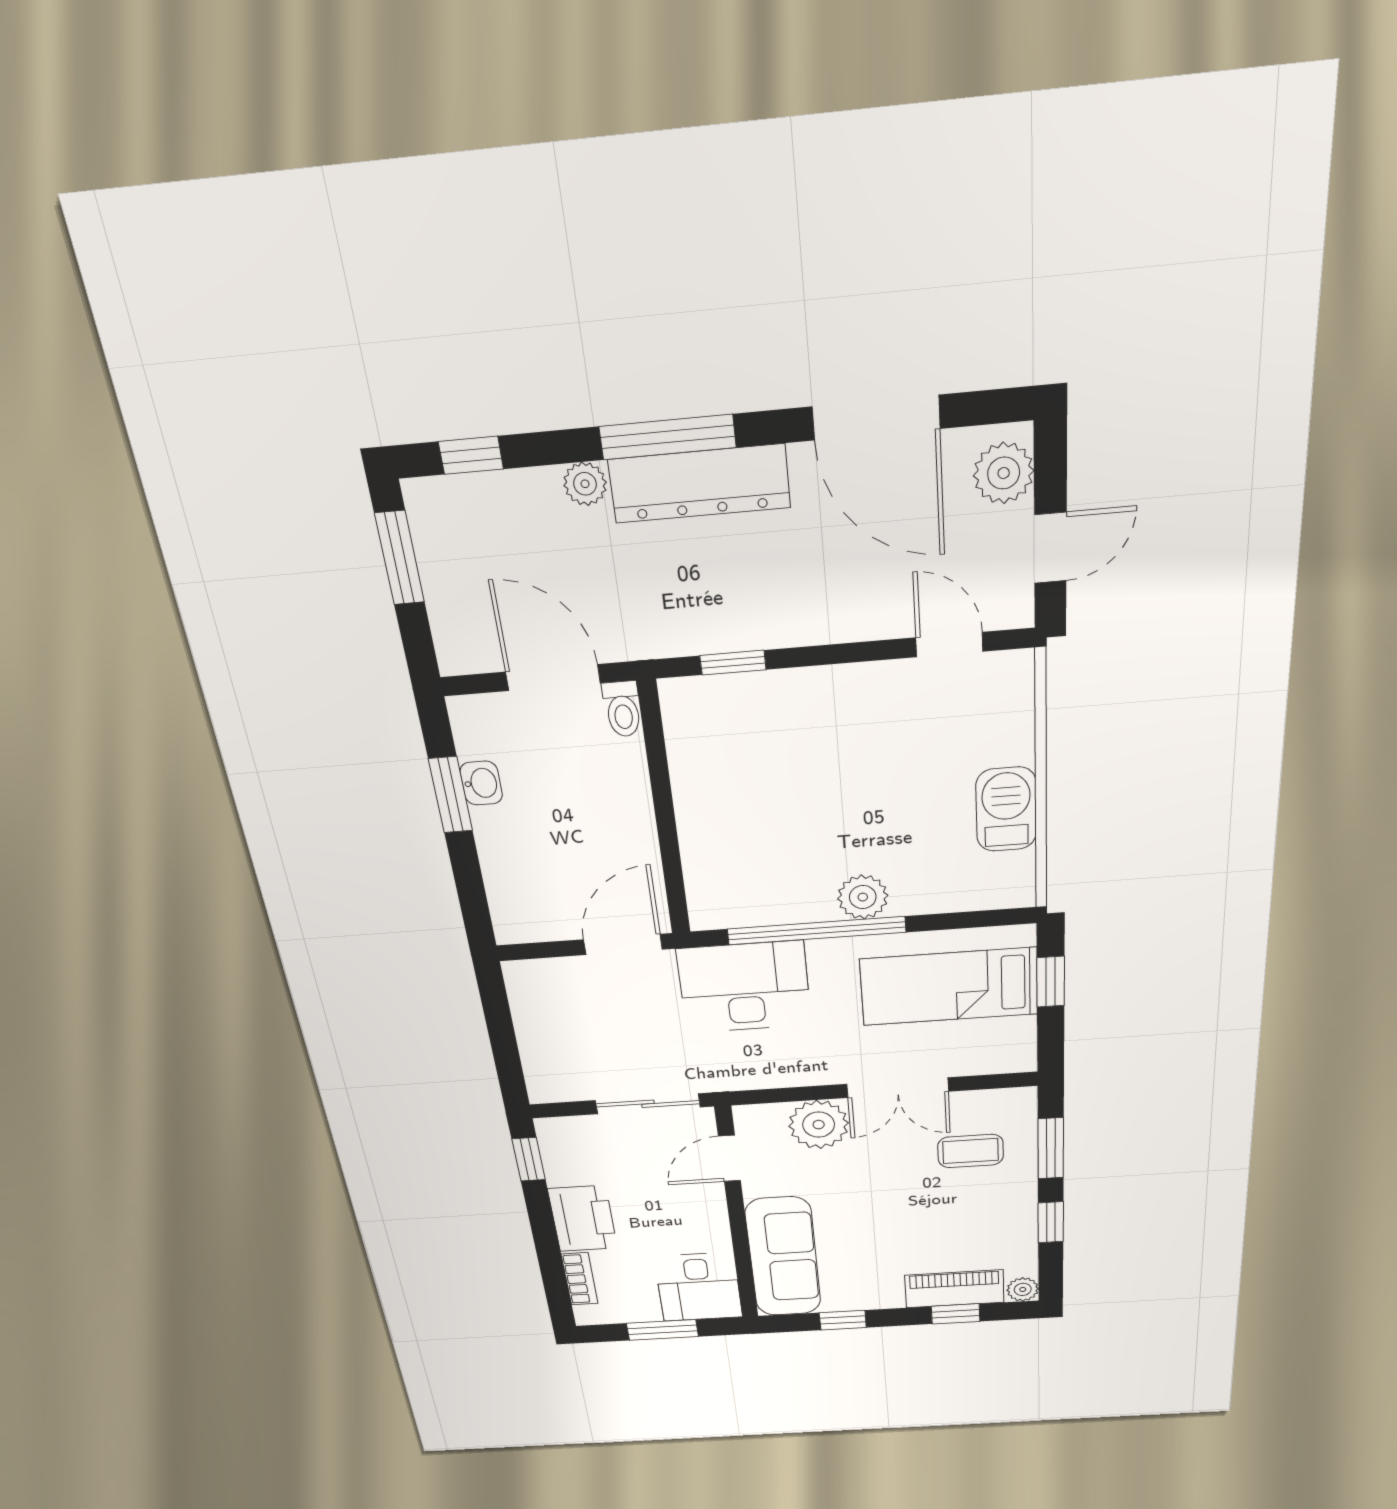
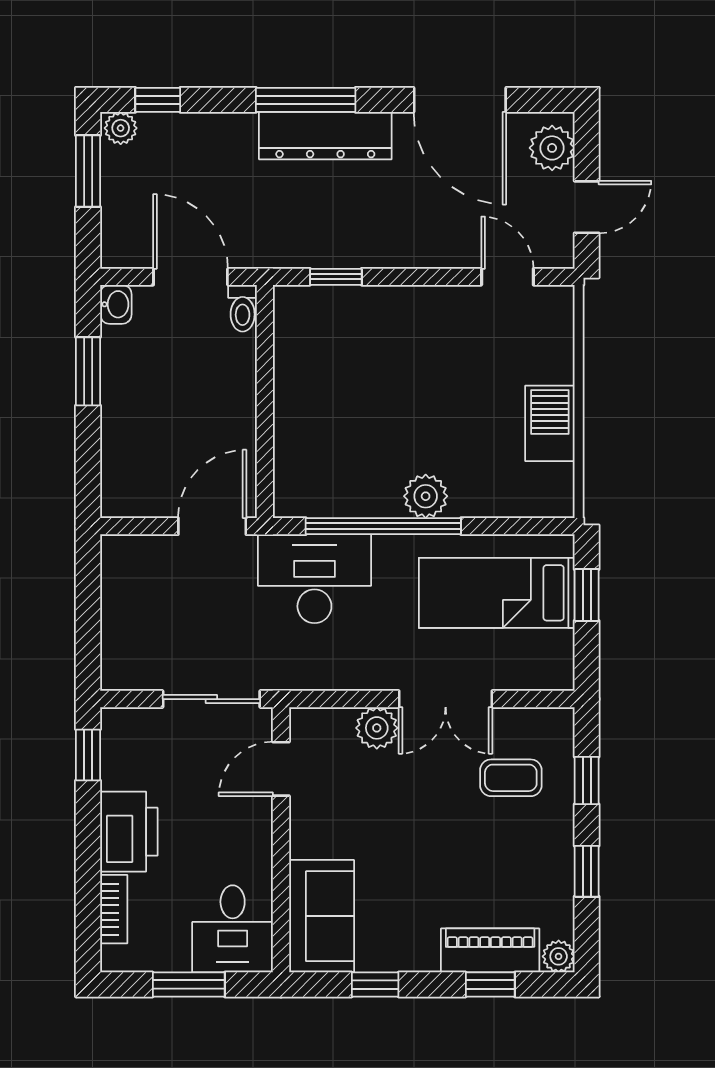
plant: (585, 484) -> (121, 128), moved
washbasin: (481, 783) -> (116, 304), moved
plant: (819, 1125) -> (377, 728), width x0.73, depth x0.73
window: (1051, 1148) -> (587, 781), width x0.67
sofa: (783, 1257) -> (322, 916), width x0.73

